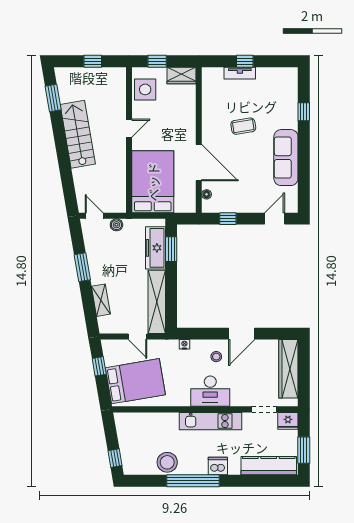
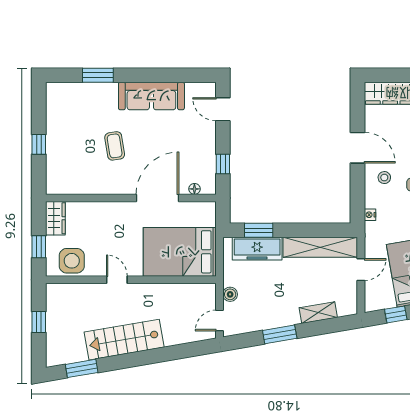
tv unit: (240, 73) -> (53, 150), removed
window: (304, 112) -> (98, 75), width x1.50

